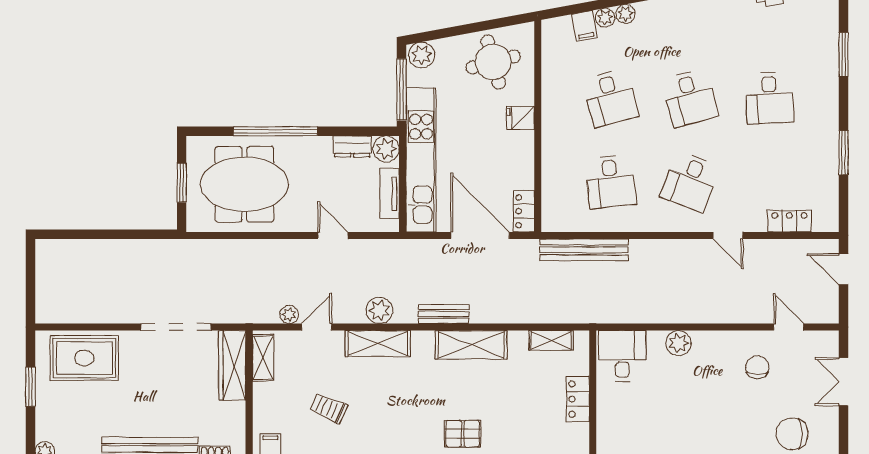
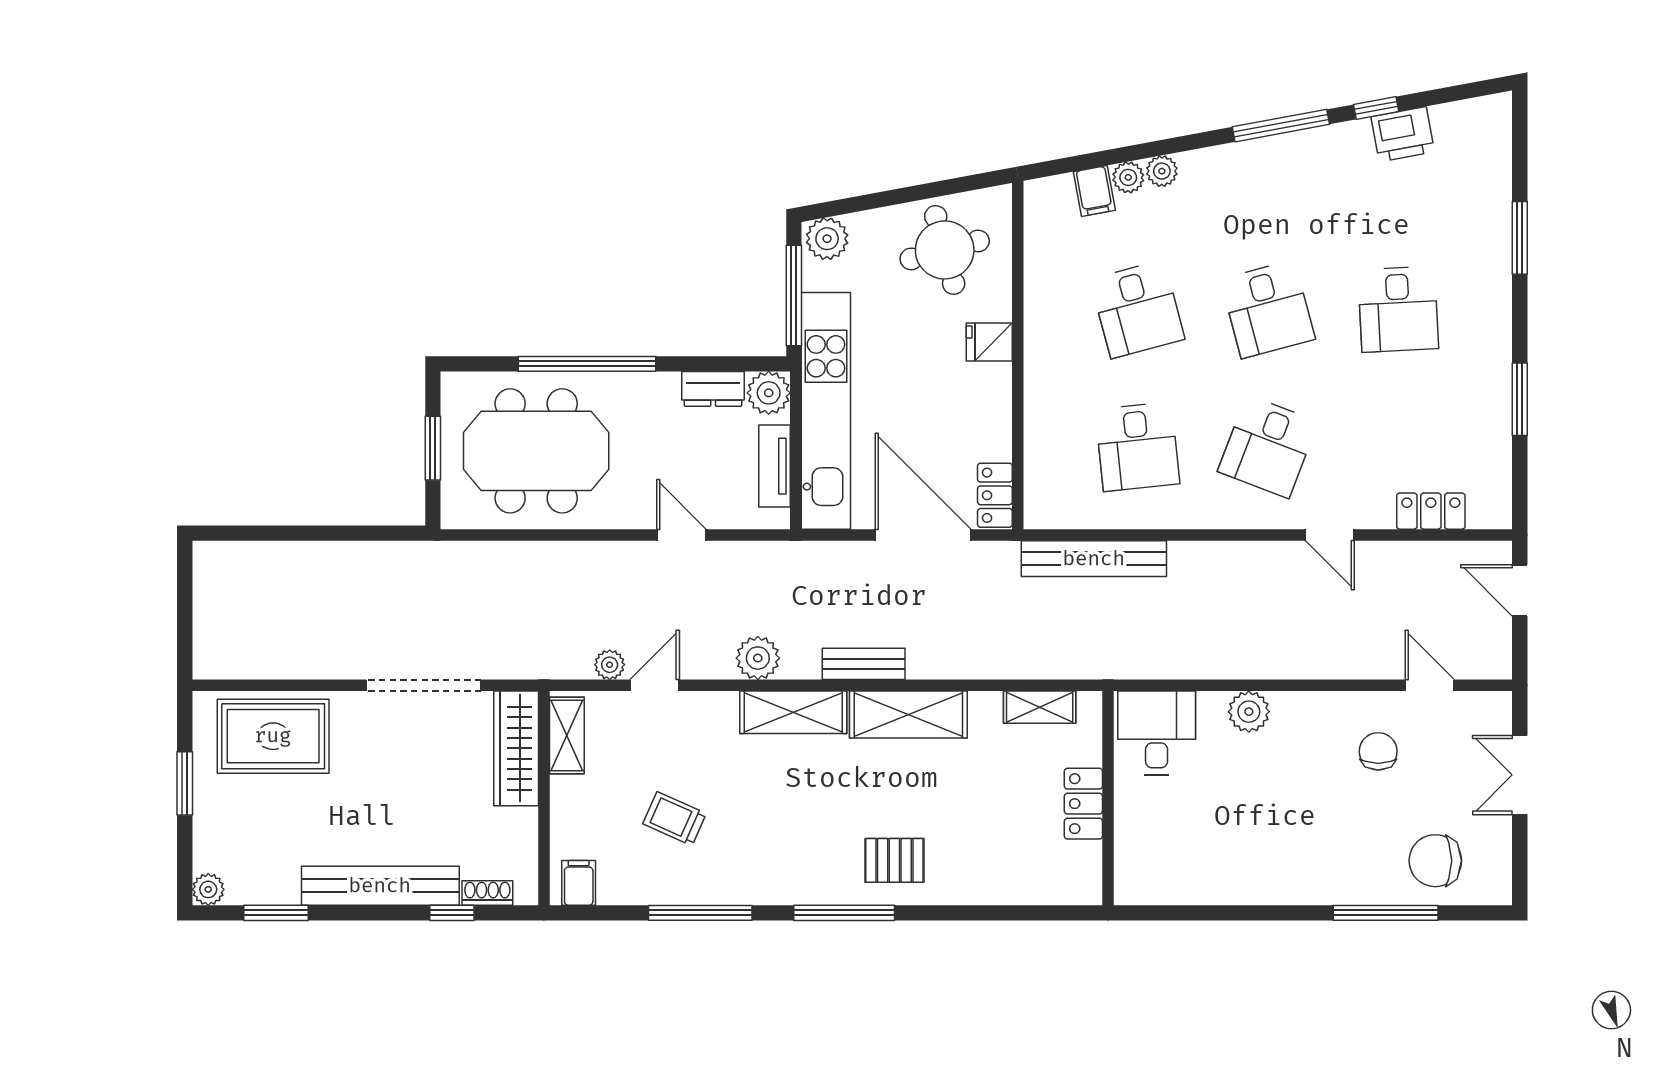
shelving: (378, 343) -> (793, 712), moved

